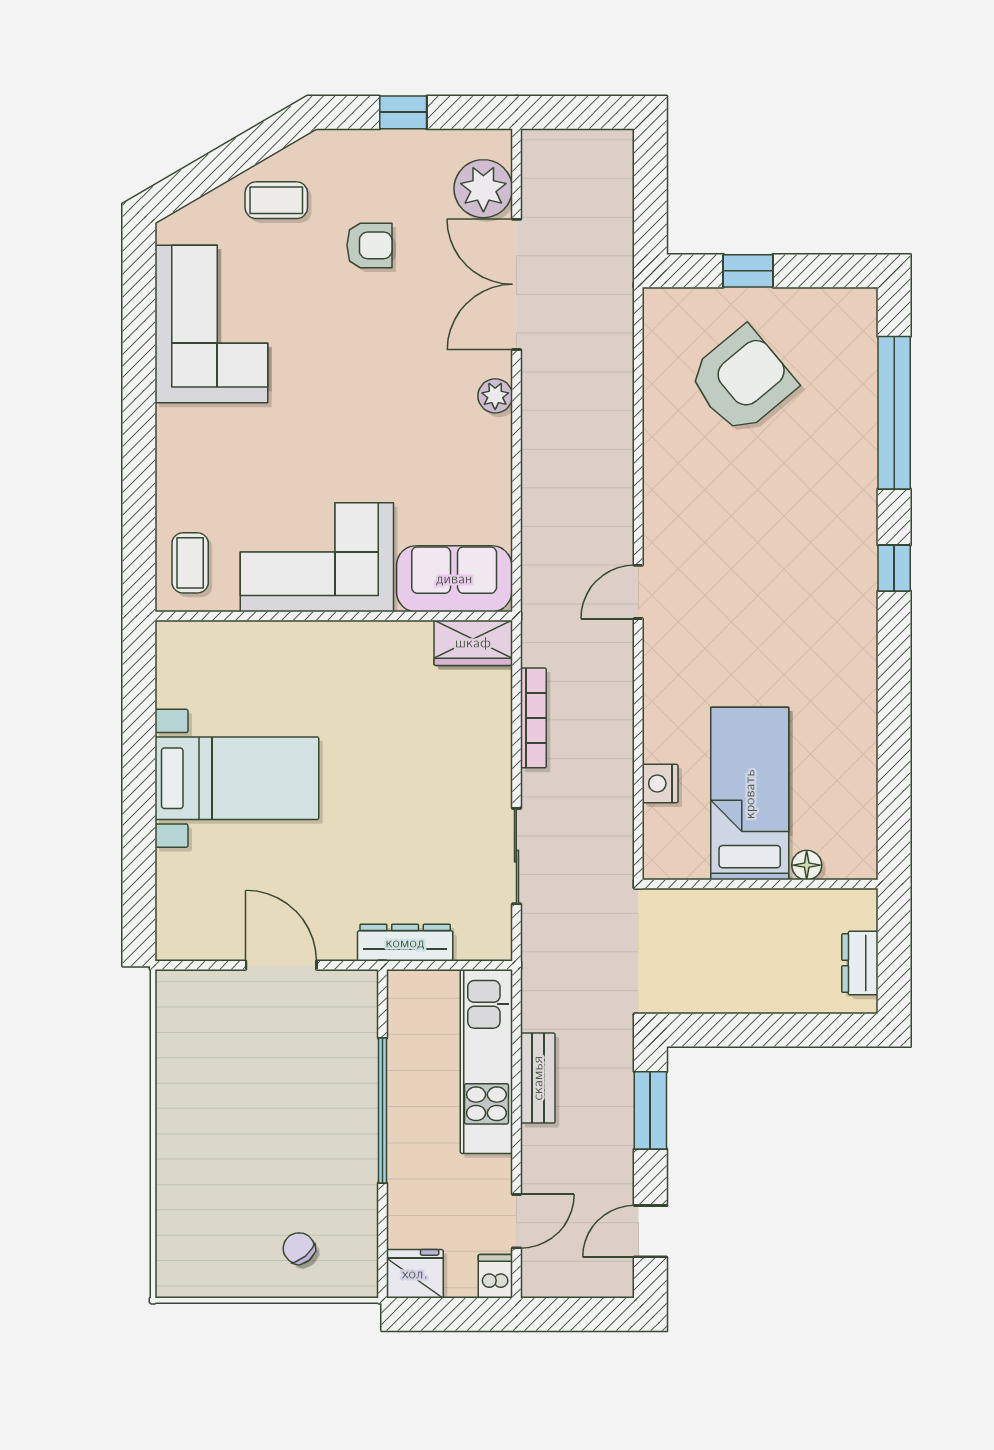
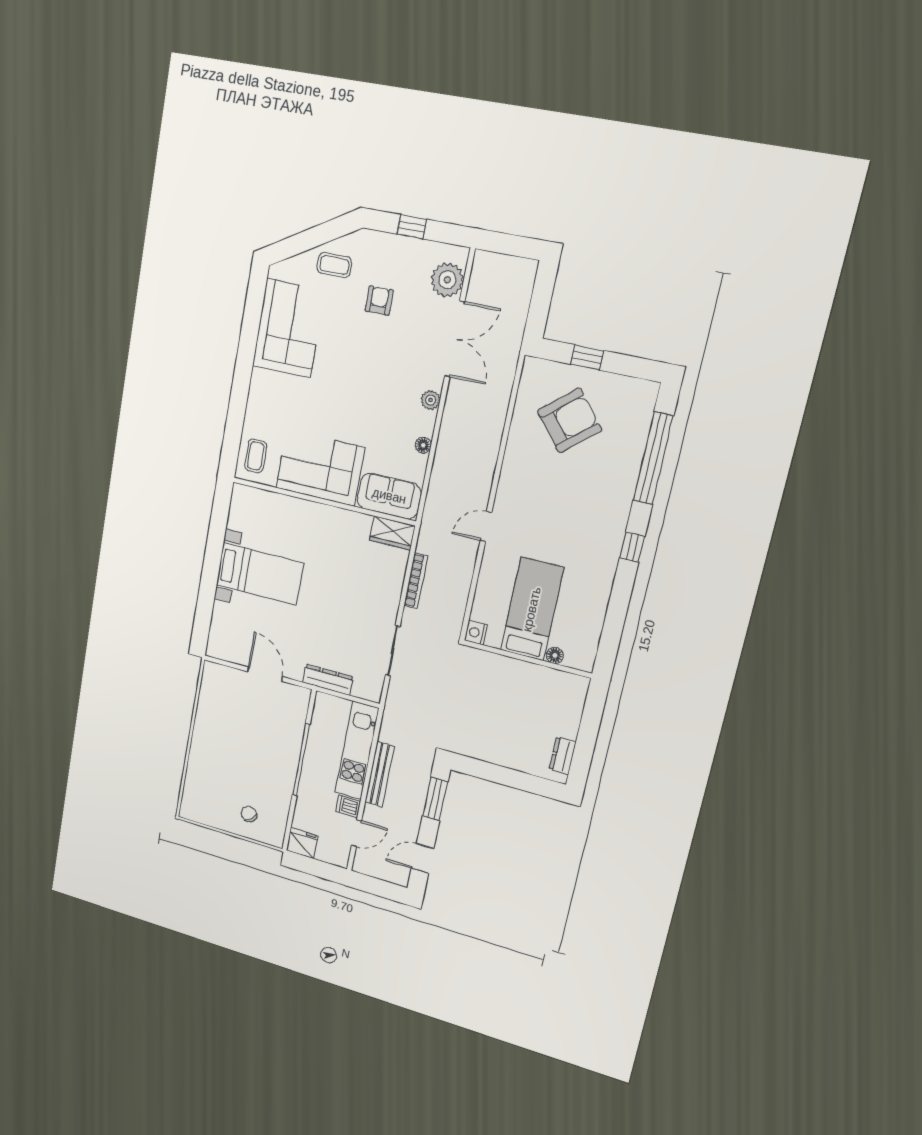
armchair: (369, 245) -> (379, 301), turned -90
double door: (516, 284) -> (455, 339), swing flipped
floor lamp: (498, 476) -> (423, 445), added
bed: (750, 794) -> (532, 609), moved
floor lamp: (807, 865) -> (555, 655), moved
wall: (760, 884) -> (527, 659), moved
bench: (538, 1078) -> (379, 774), width x1.36
dishwasher: (495, 1276) -> (348, 806), moved, turned -90

